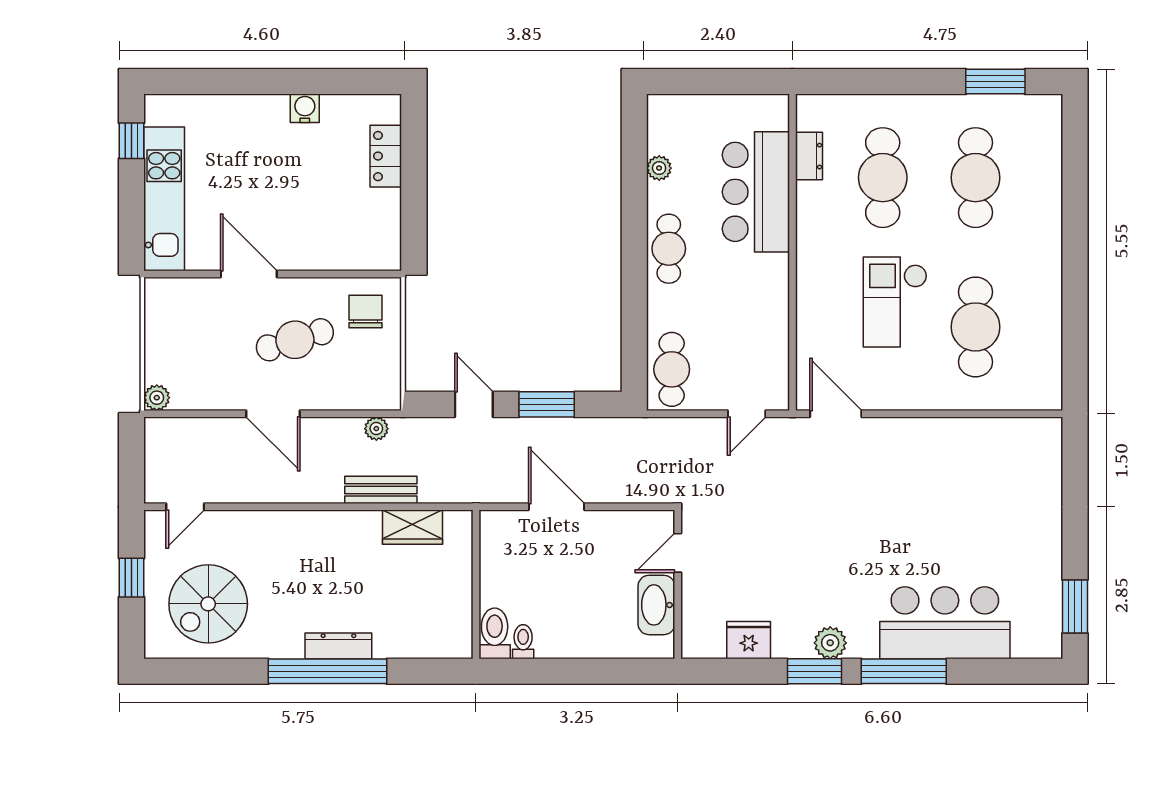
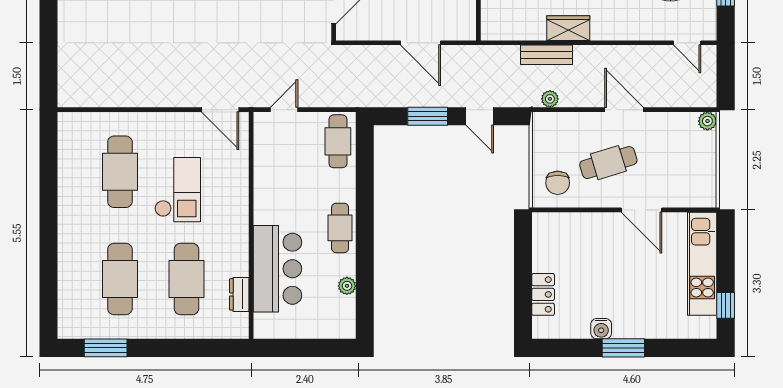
window: (274, 82) -> (623, 348), added
door: (185, 507) -> (687, 43), swing flipped
wardrobe: (413, 527) -> (568, 28), moved

